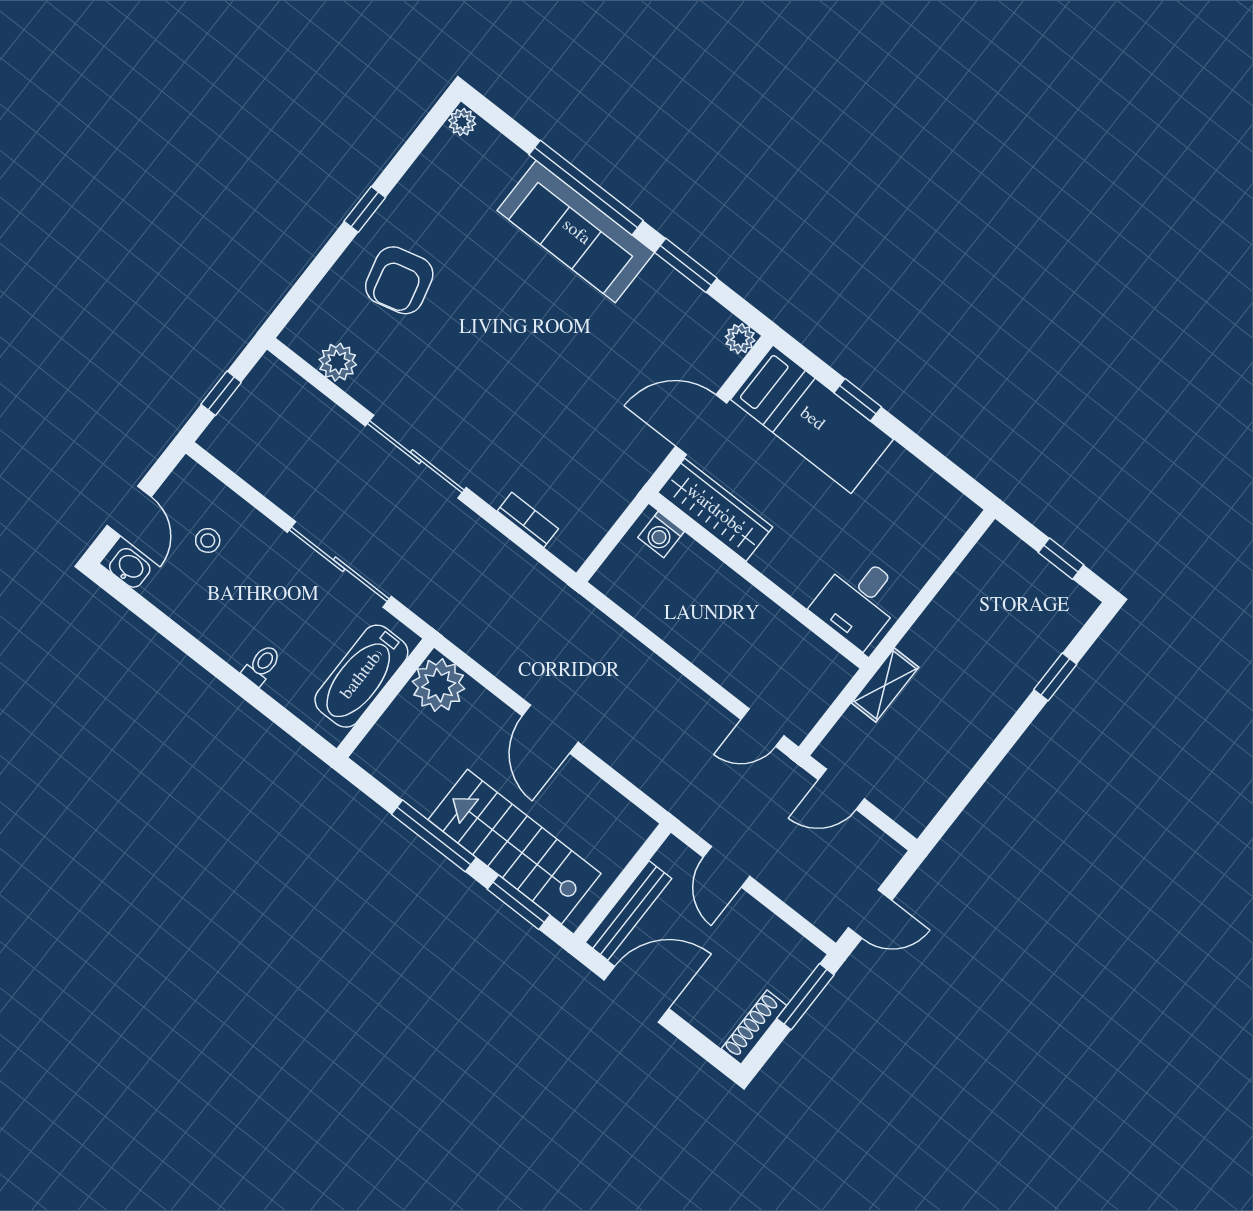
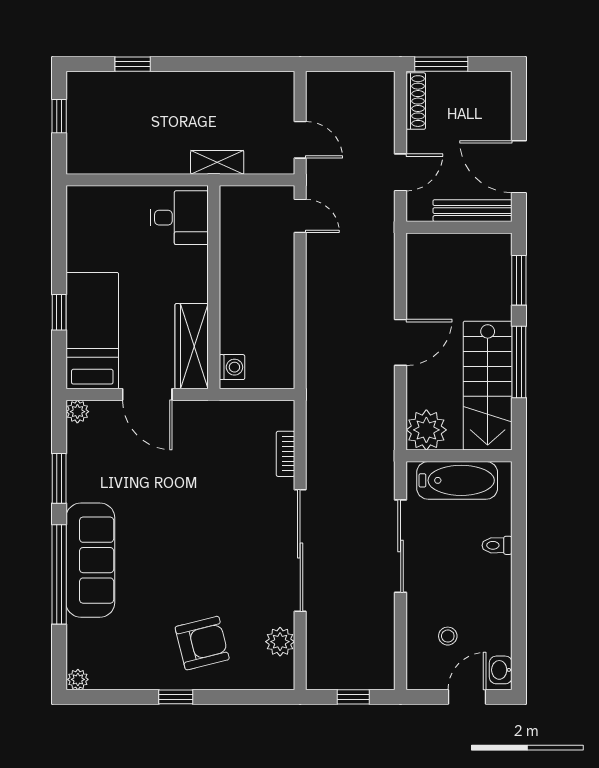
sliding door: (416, 457) -> (300, 551), width x1.36
stairs: (515, 847) -> (488, 386), moved
door: (870, 914) -> (362, 64), removed
shoe rack: (754, 1027) -> (416, 101), moved, turned -90

